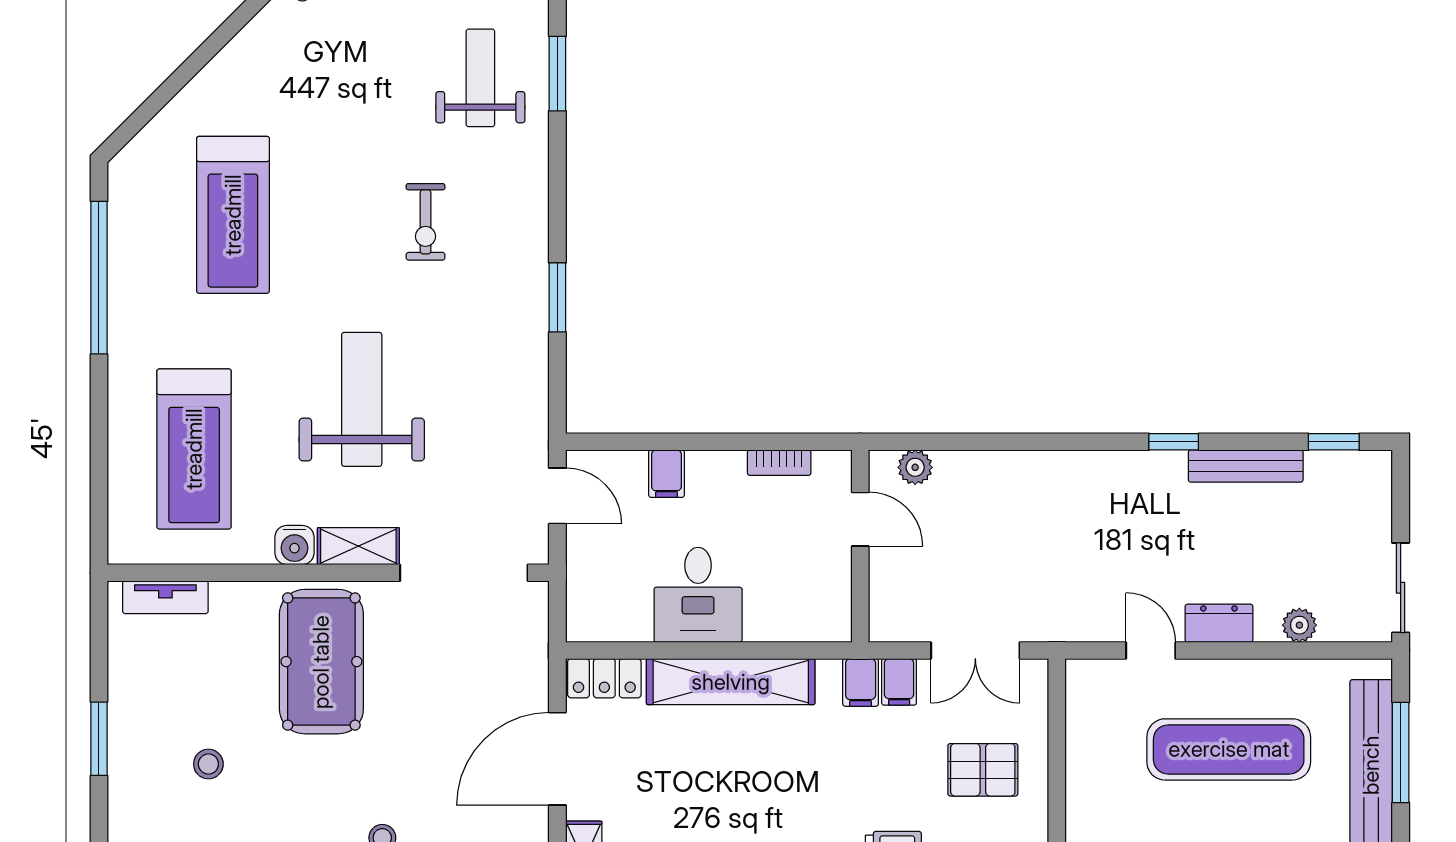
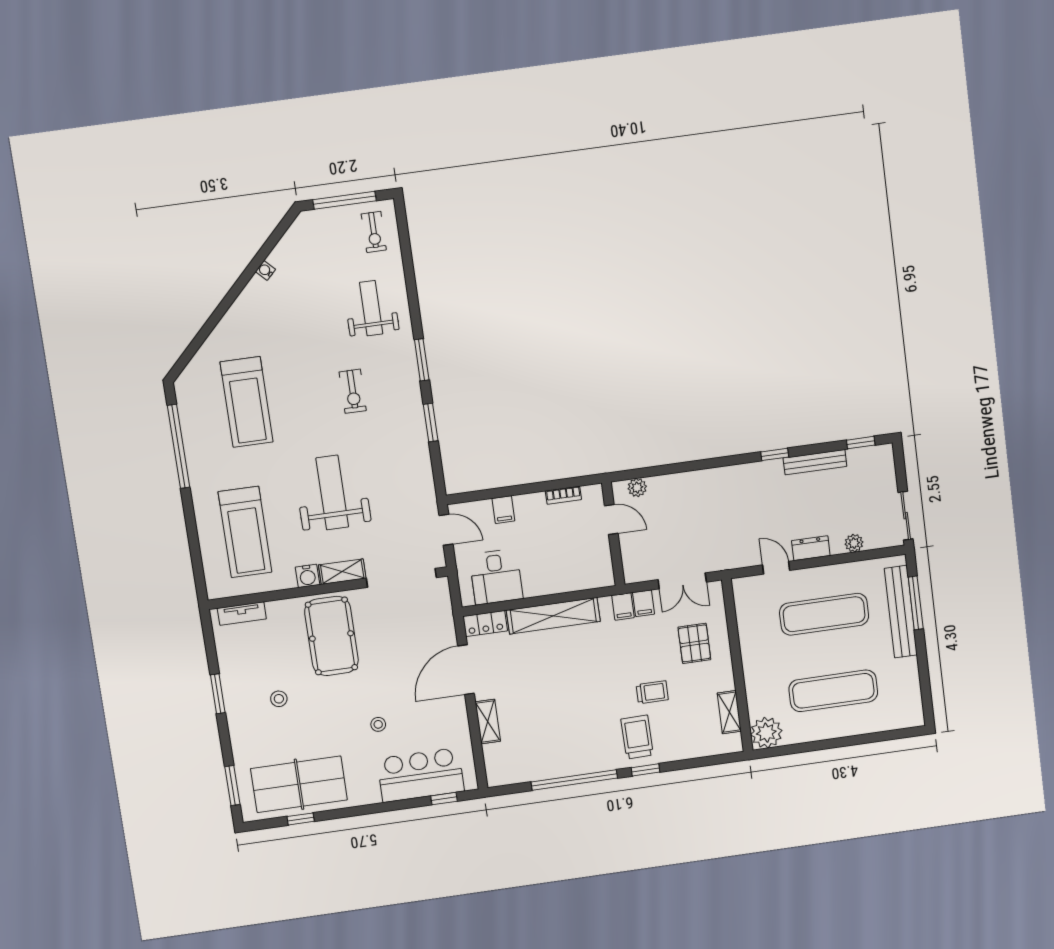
window: (557, 74) -> (422, 360), moved
desk: (698, 595) -> (496, 577), moved
pallet: (983, 770) -> (694, 643), turned 90

